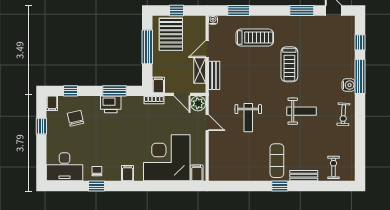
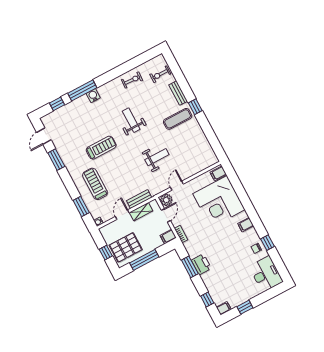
door: (207, 49) -> (122, 215), swing flipped
exercise bike: (343, 114) -> (132, 80), moved
chair: (75, 118) -> (226, 285), removed

